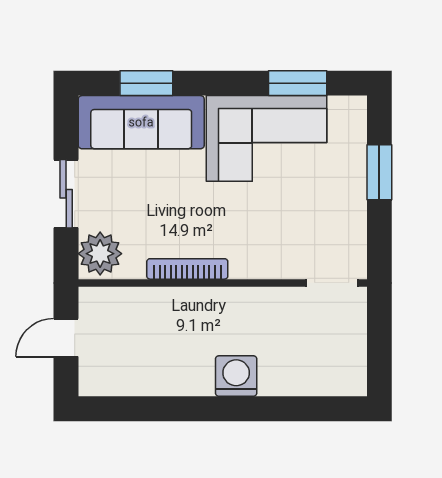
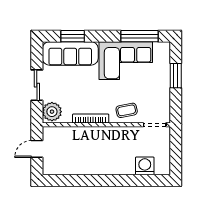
window: (298, 83) -> (140, 36), width x1.44
coffee table: (268, 251) -> (127, 110), added
washing machine: (236, 376) -> (145, 166), moved

